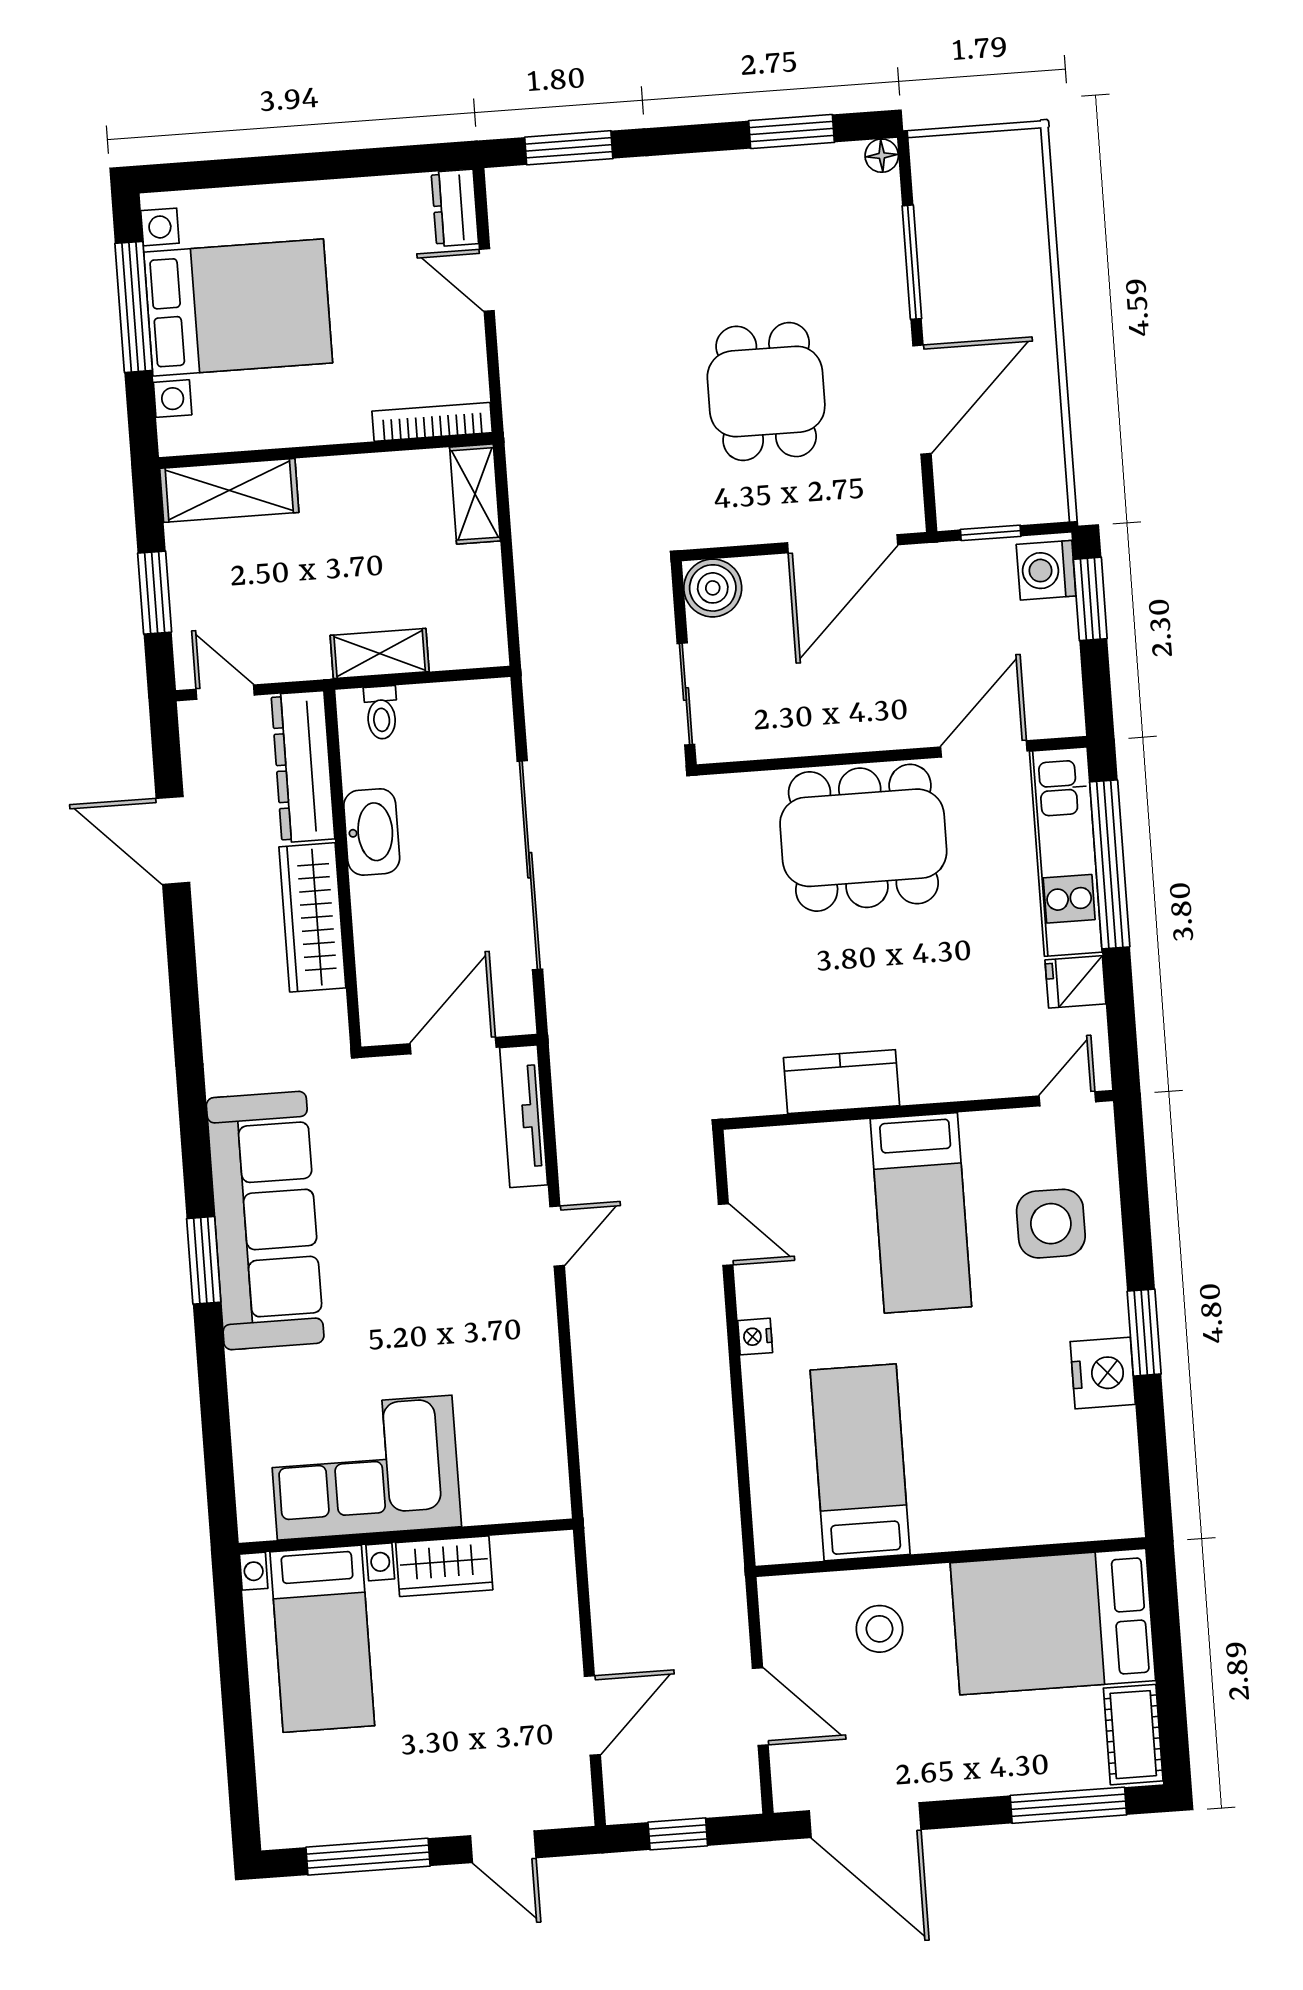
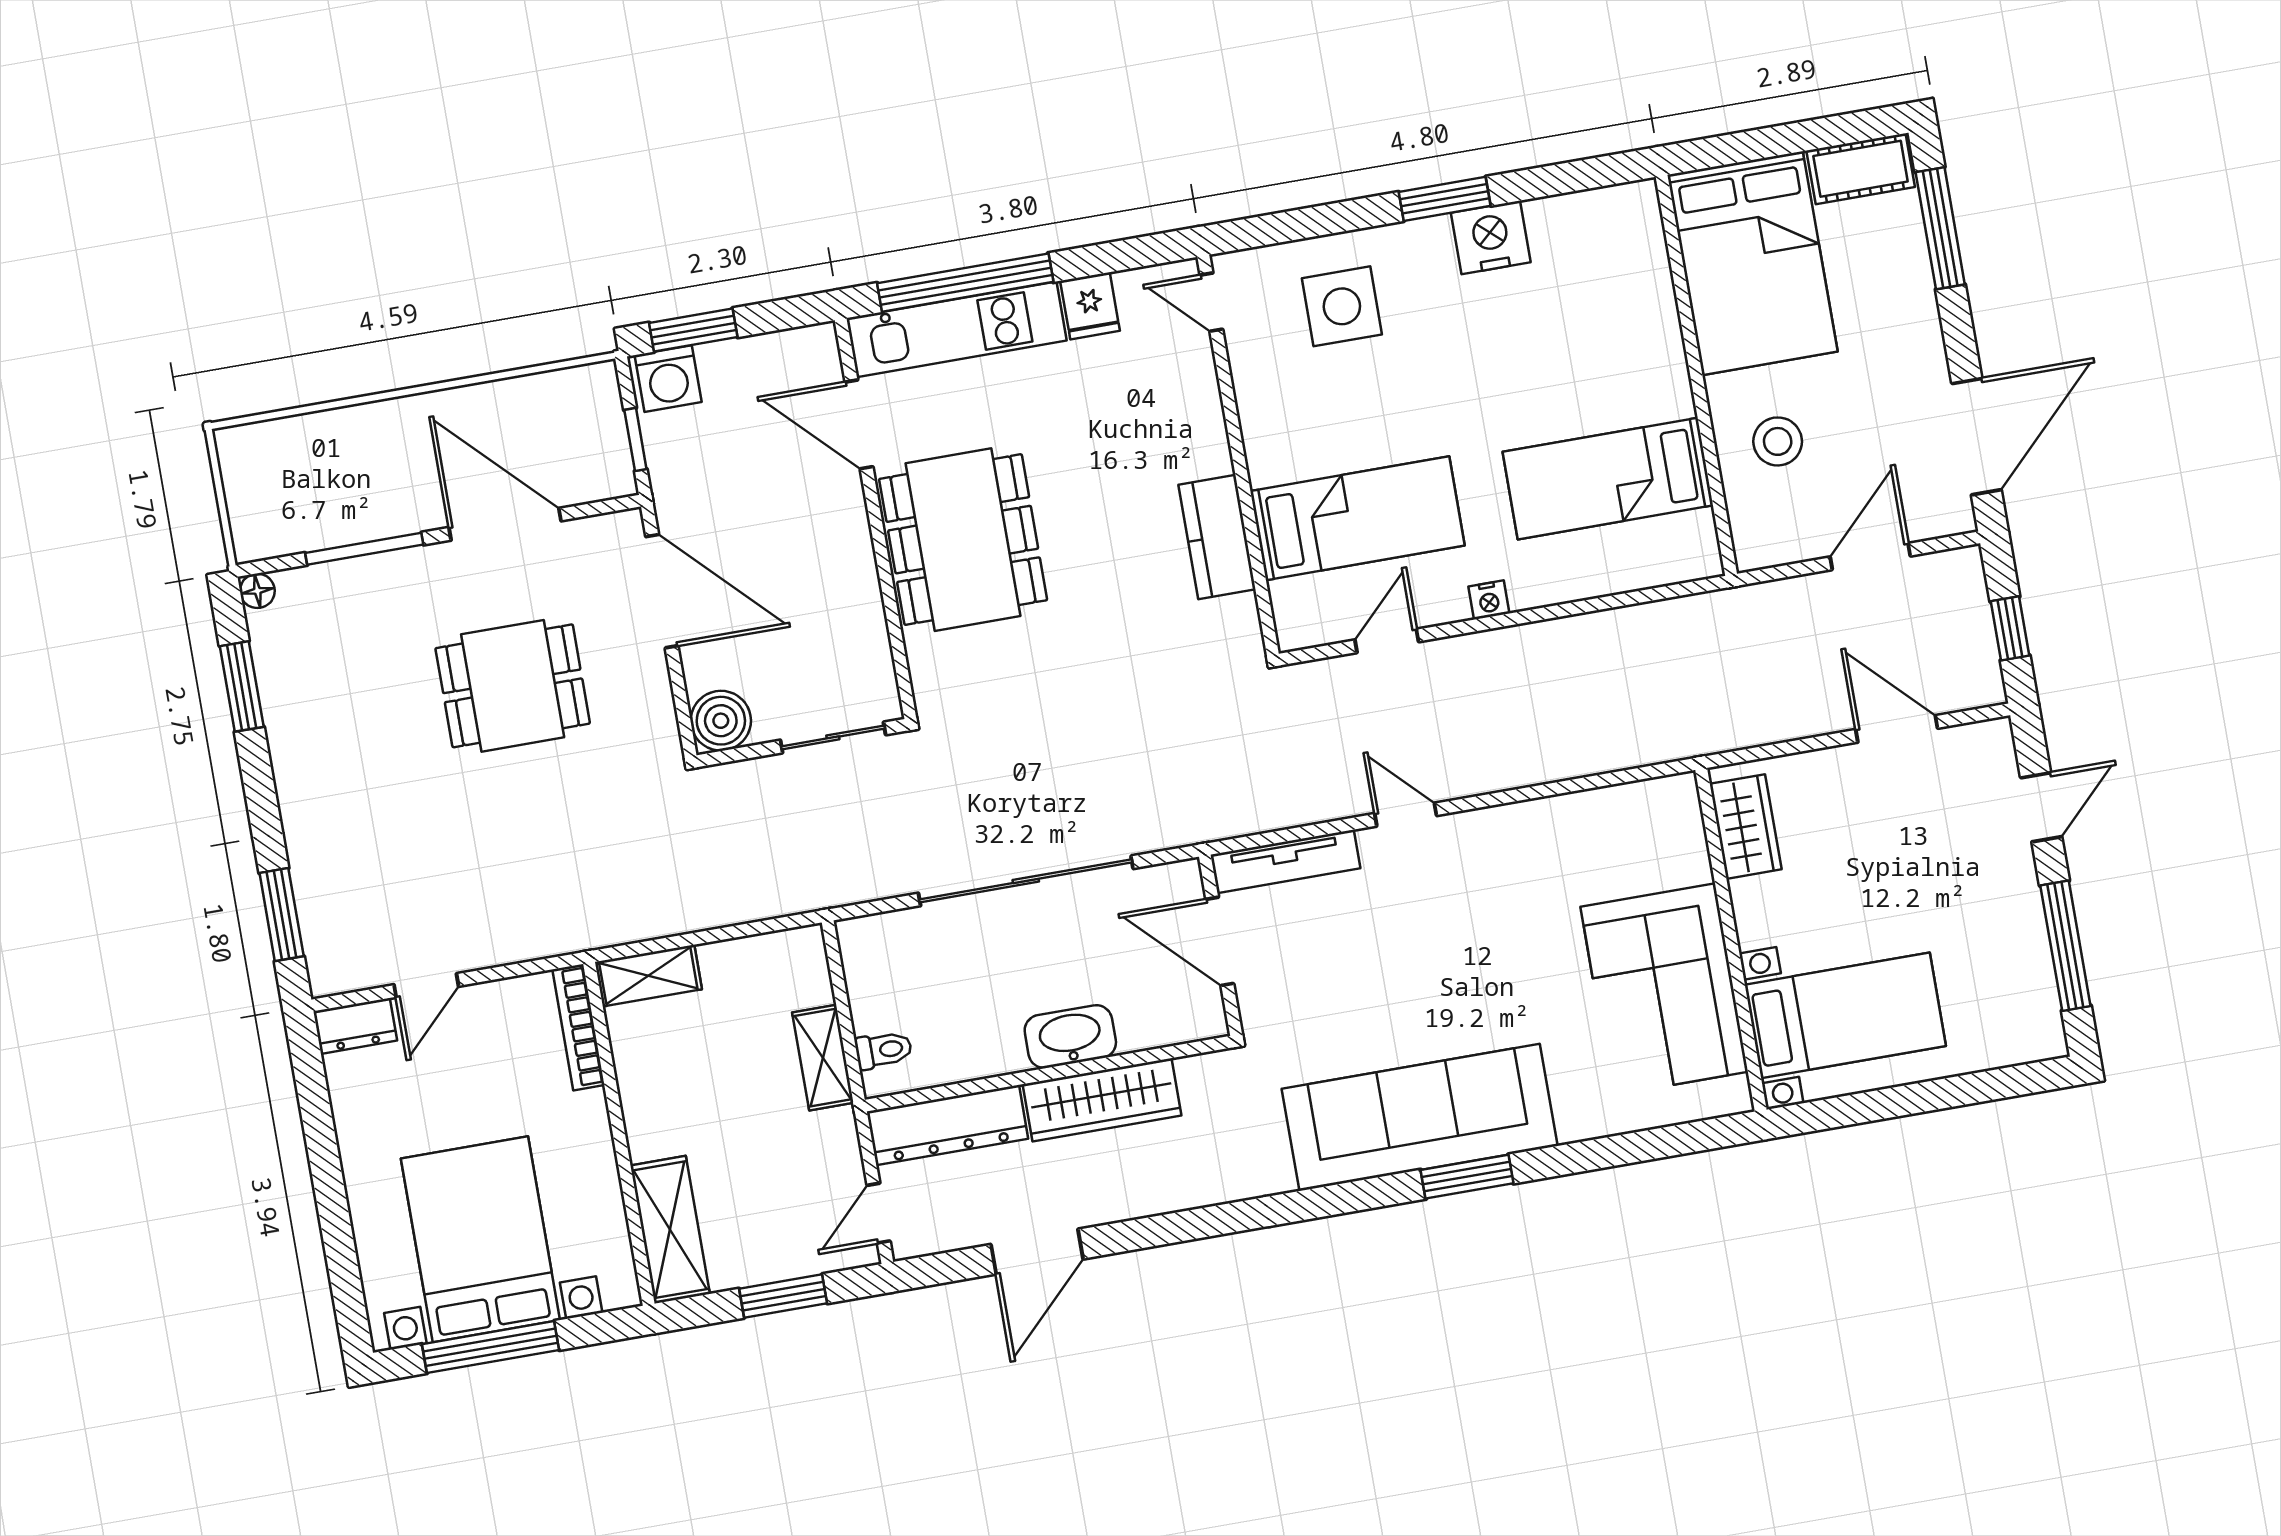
washbasin: (372, 832) -> (1070, 1037), moved
bed: (921, 1213) -> (1357, 518), moved
wardrobe: (444, 1566) -> (1746, 827), moved

